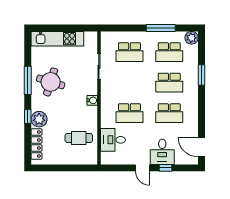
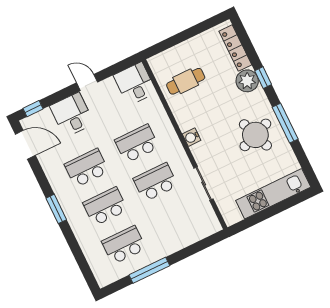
plant: (192, 38) -> (104, 277), removed
school desk: (129, 52) -> (155, 182), moved
window: (201, 75) -> (56, 209), moved
round table: (51, 82) -> (255, 135), turned -38
desk: (113, 140) -> (135, 84), moved, turned -90
window: (166, 168) -> (33, 109), moved

